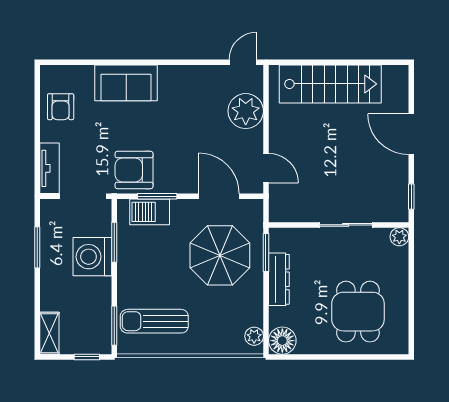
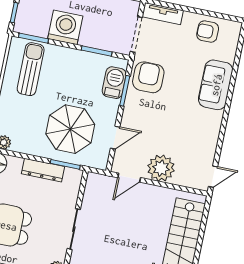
door: (243, 62) -> (213, 177), hinge flipped
plant: (246, 111) -> (161, 168), moved
door: (219, 196) -> (115, 138), width x0.73
washing machine: (92, 257) -> (65, 27), moved

